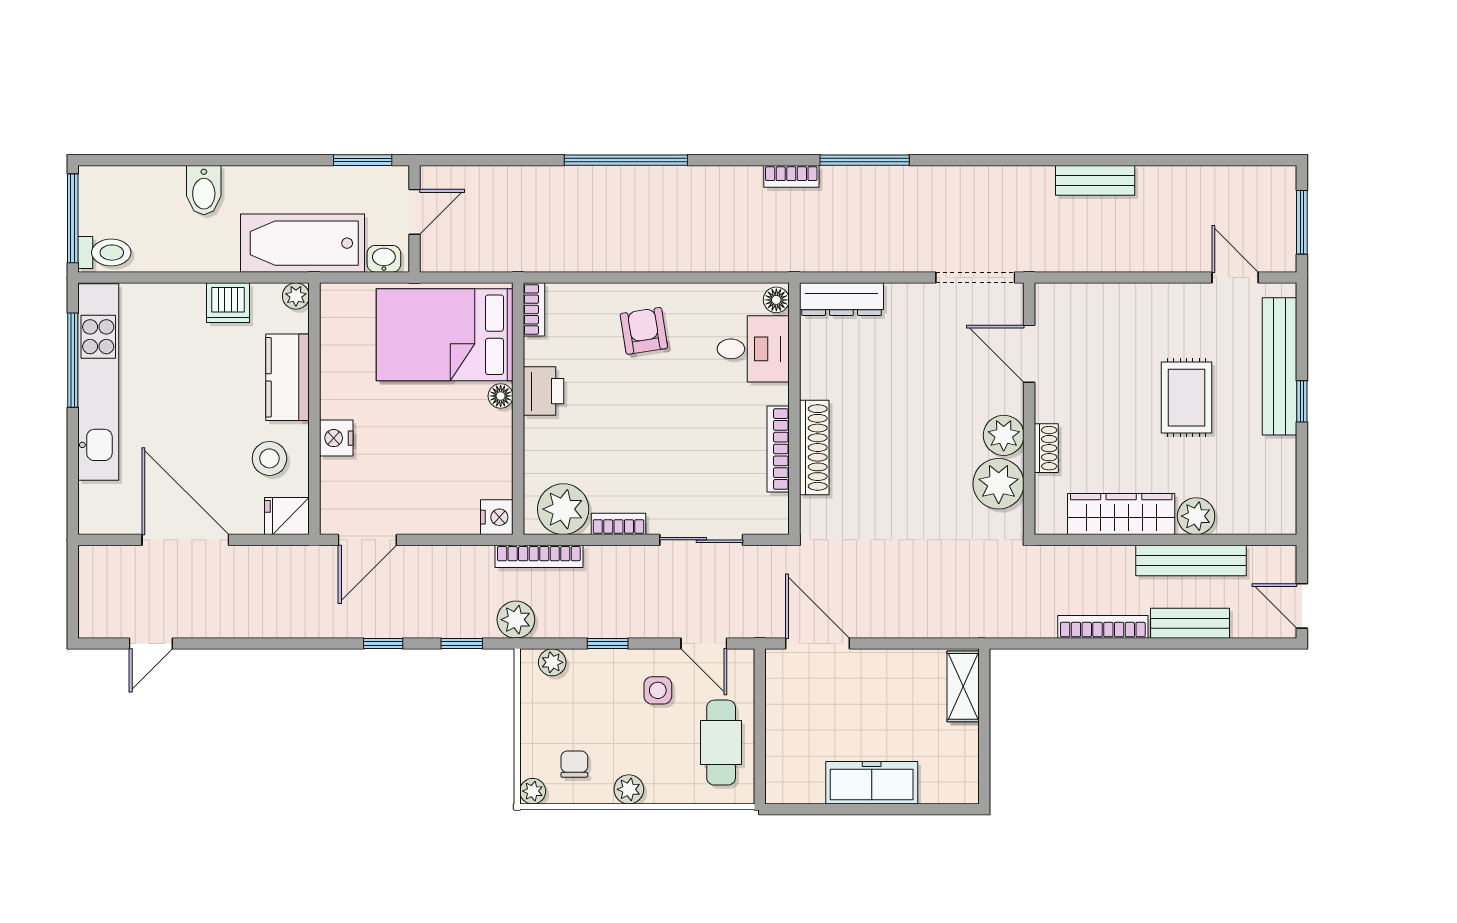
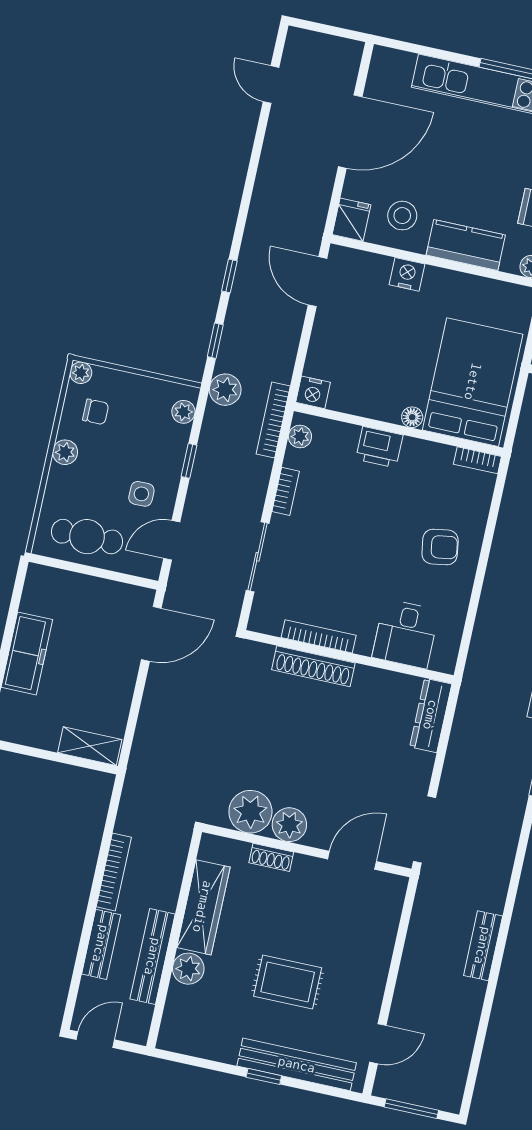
floor lamp: (776, 300) -> (442, 662), removed
printer: (543, 391) -> (379, 447), moved
plant: (563, 509) -> (300, 436), width x0.53, depth x0.53

